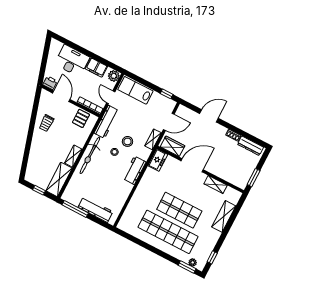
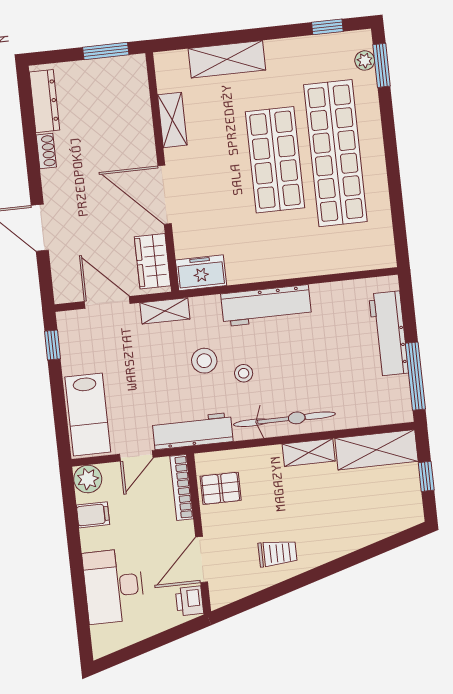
filing cabinet: (96, 67) -> (93, 515), width x0.50
workbench: (134, 170) -> (266, 306), width x1.38

